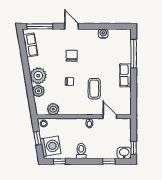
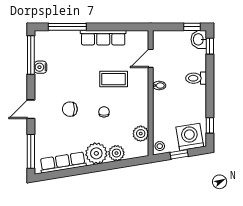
window: (112, 26) -> (31, 55), added
row of seats: (30, 45) -> (63, 162), width x1.48
row of seats: (125, 75) -> (103, 38), width x1.48
toilet: (81, 151) -> (196, 78), moved
window: (109, 161) -> (210, 46), moved

